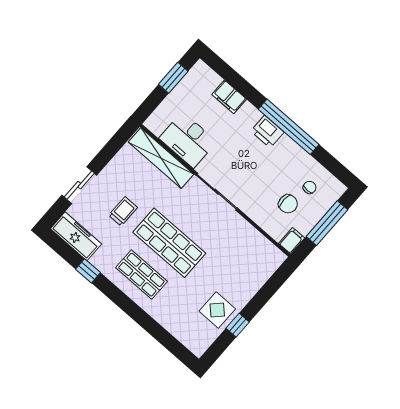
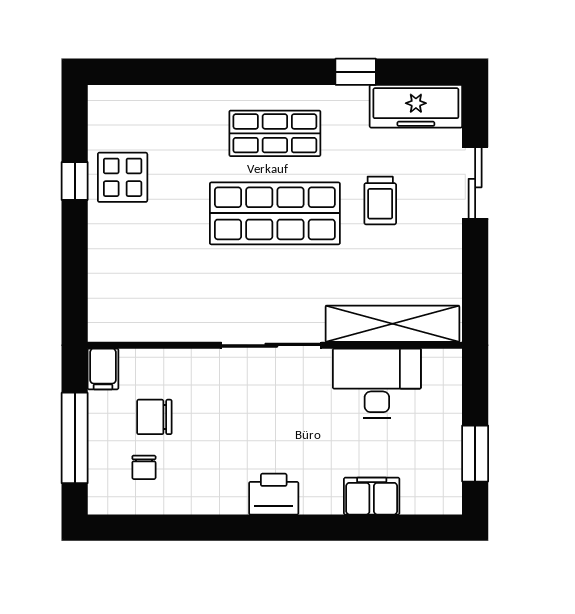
window: (289, 127) -> (250, 528), removed

